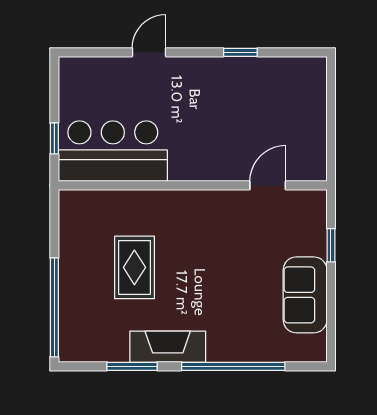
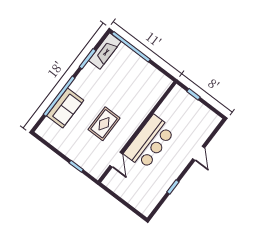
bar counter: (113, 151) -> (149, 142), moved
rug: (134, 267) -> (104, 124), moved, turned 90
sofa: (305, 295) -> (65, 108), moved, turned 90
fireplace: (168, 347) -> (105, 51), moved

